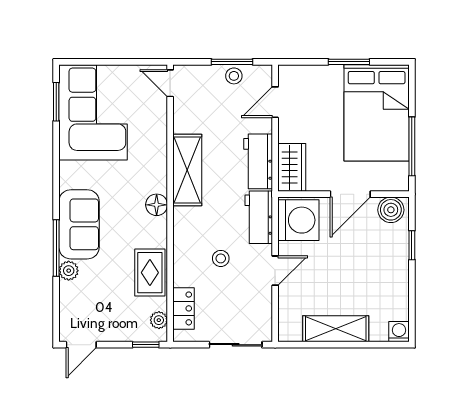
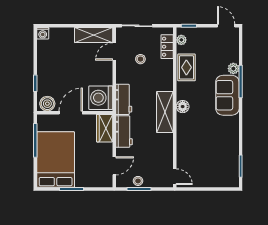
corner sofa: (93, 112) -> (219, 160), removed
shelving: (187, 170) -> (165, 112), moved
stool: (221, 258) -> (140, 59), moved
door: (275, 271) -> (114, 51), moved
shelving: (336, 329) -> (94, 35), moved
door: (81, 345) -> (226, 26), hinge flipped

